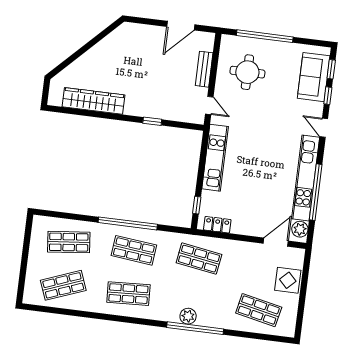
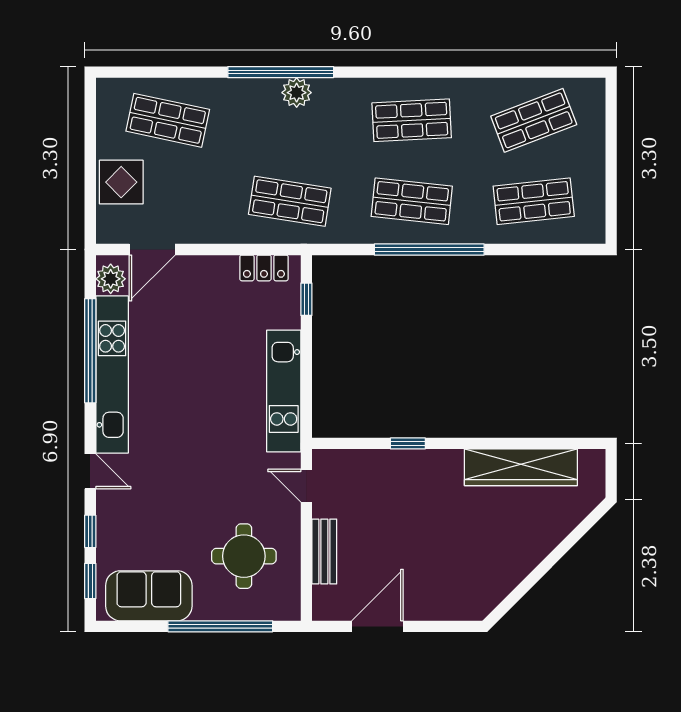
sofa: (314, 77) -> (149, 596), moved, turned -90

